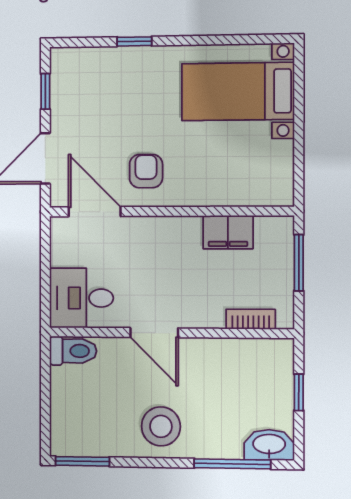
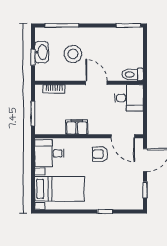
armchair: (146, 171) -> (100, 154), turned 90
desk: (261, 172) -> (50, 153), added
filing cabinet: (228, 232) -> (77, 127), moved
stool: (161, 426) -> (73, 54), moved
washbasin: (269, 445) -> (42, 52), moved, turned -90

